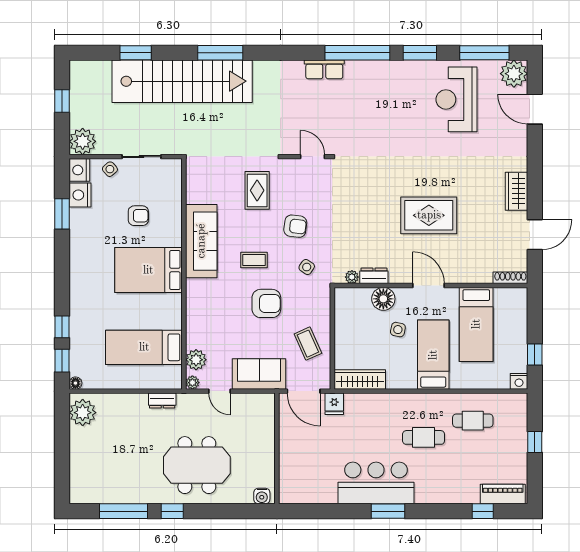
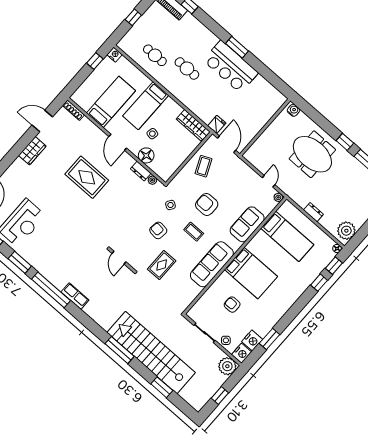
plant: (196, 360) -> (267, 207), removed
sofa: (259, 374) -> (247, 224), moved, turned 90
dresser: (162, 401) -> (313, 212), moved

